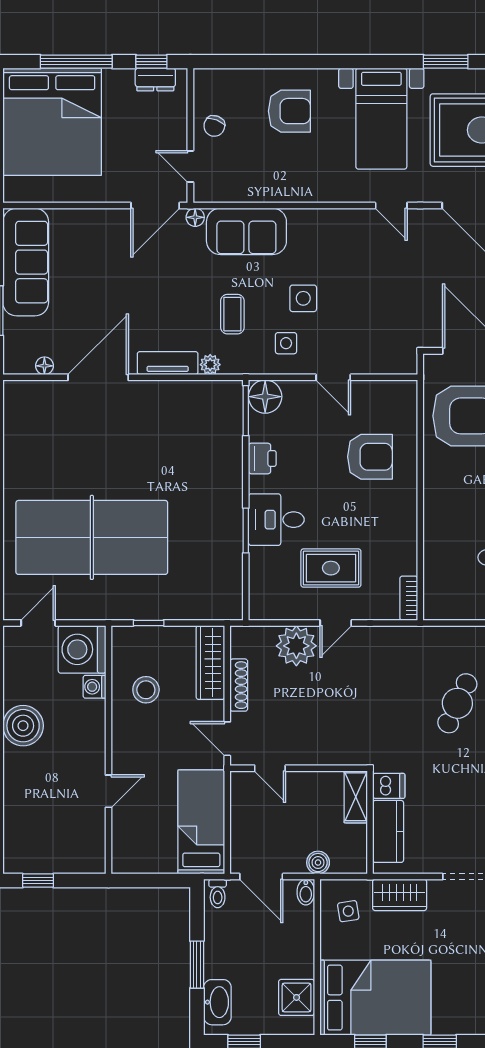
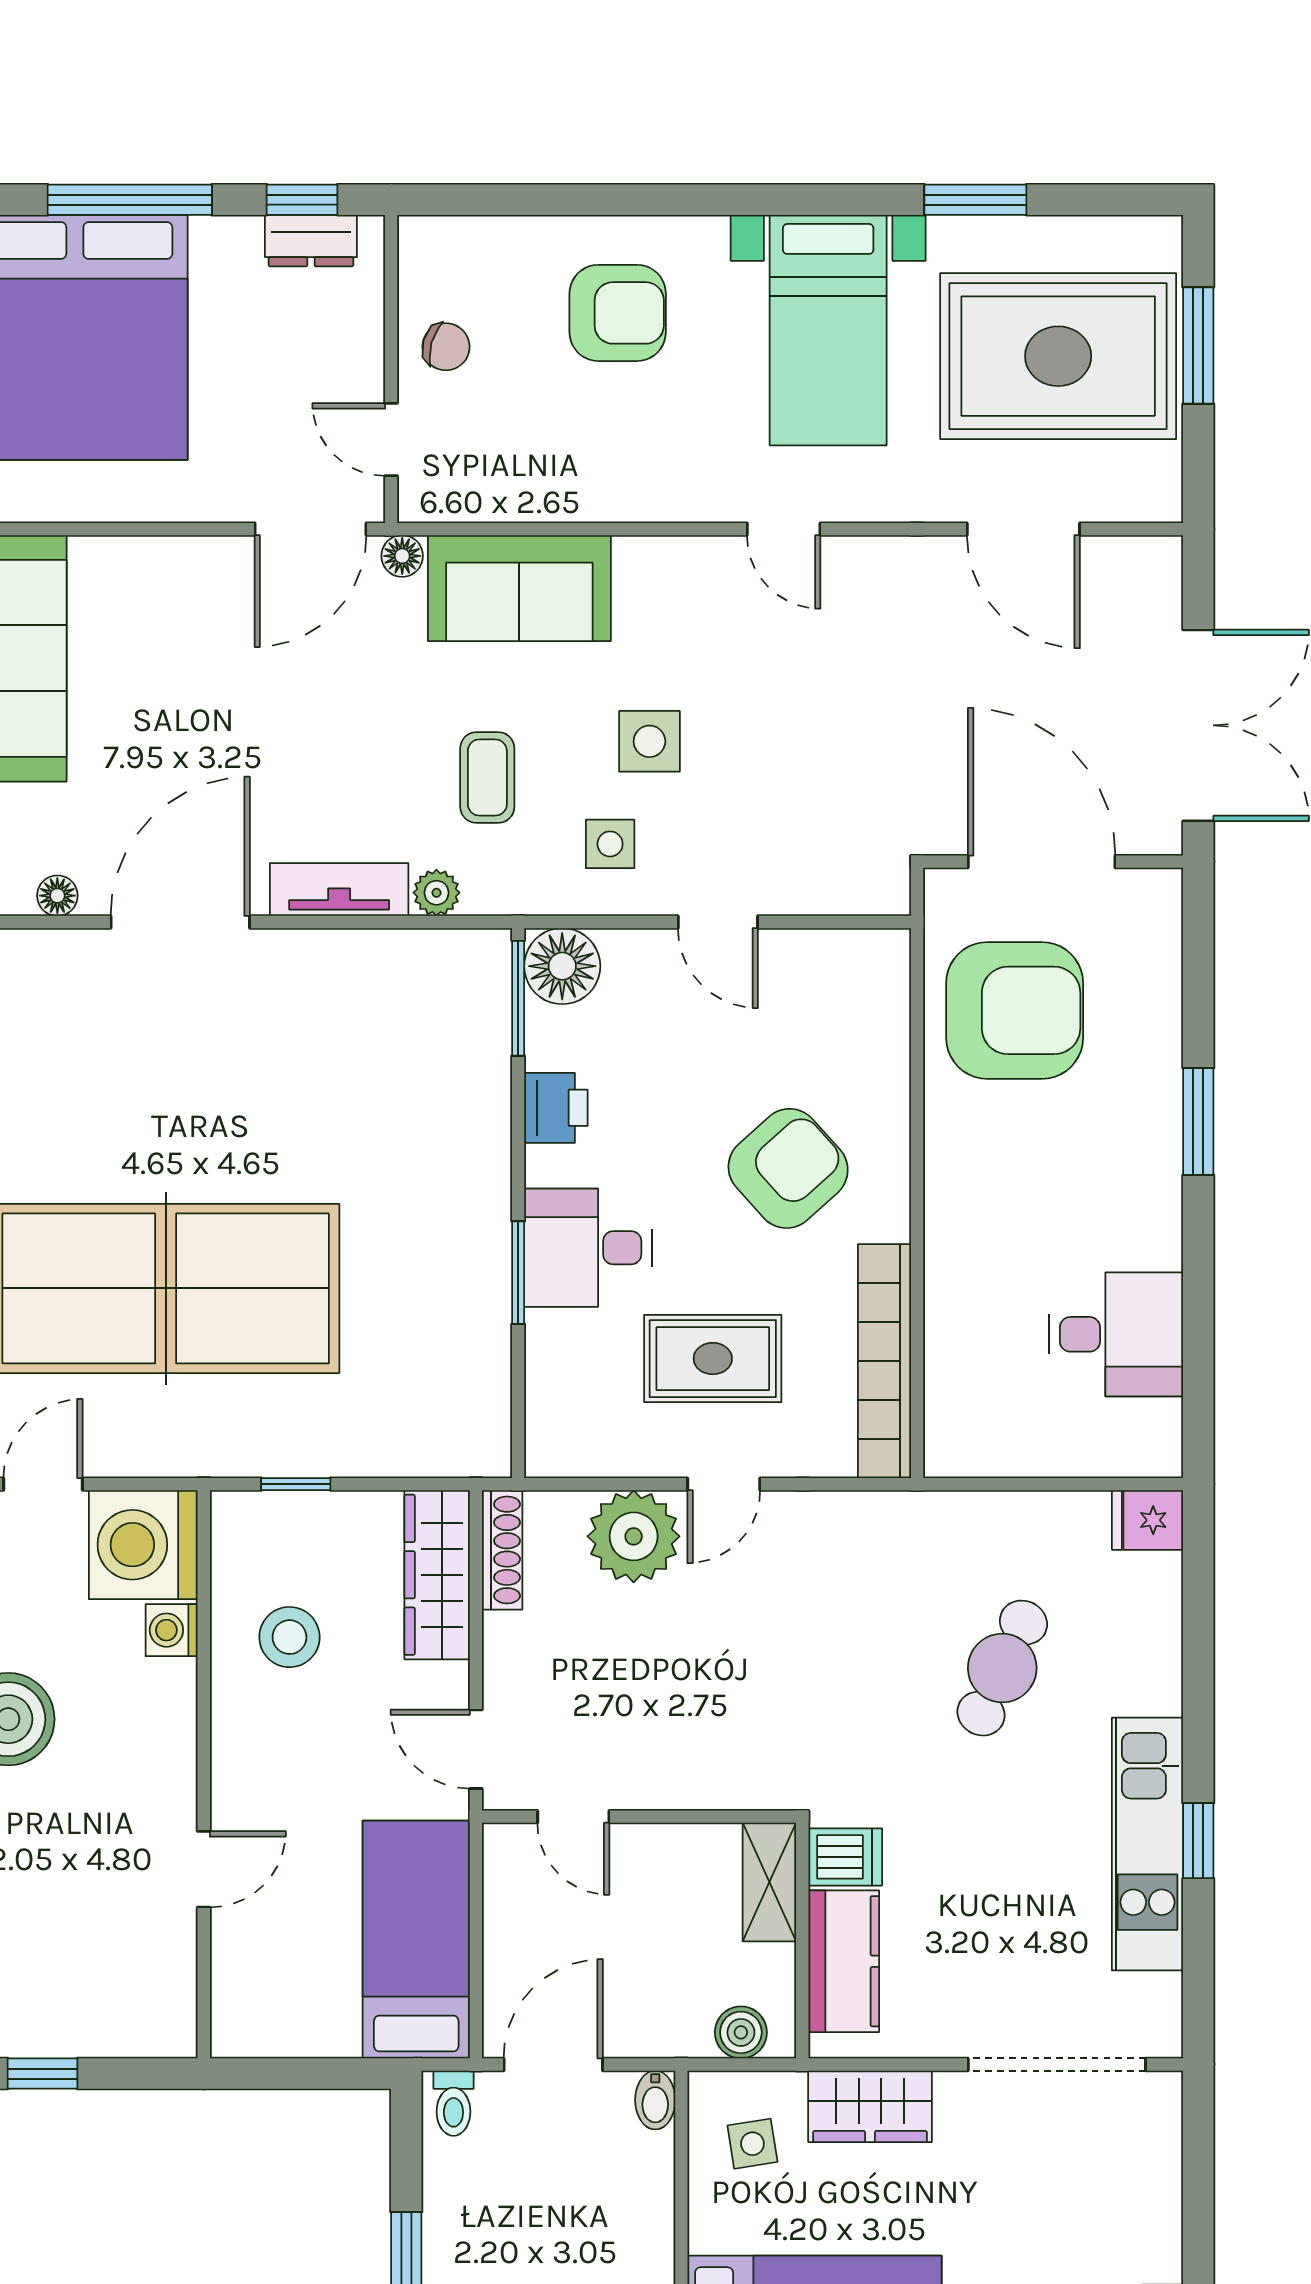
chair: (214, 126) -> (446, 347), turned -95
door: (391, 206) -> (784, 529), moved
armchair: (370, 457) -> (788, 1168), moved, turned -42
bookcase: (409, 598) -> (884, 1361), width x2.31, depth x1.31
shoe rack: (239, 685) -> (502, 1550), moved
boiler: (318, 863) -> (741, 2032), moved
door: (261, 877) -> (553, 2065), swing flipped

